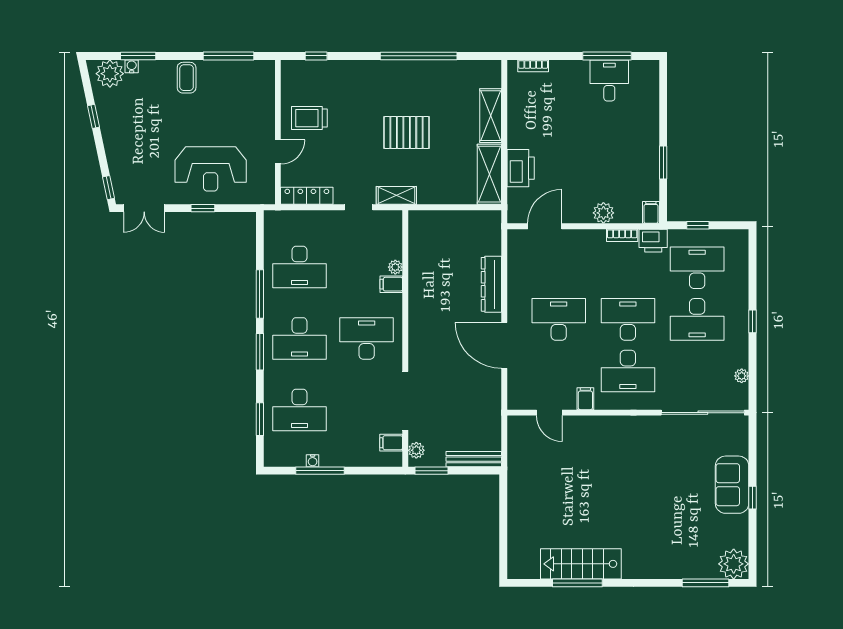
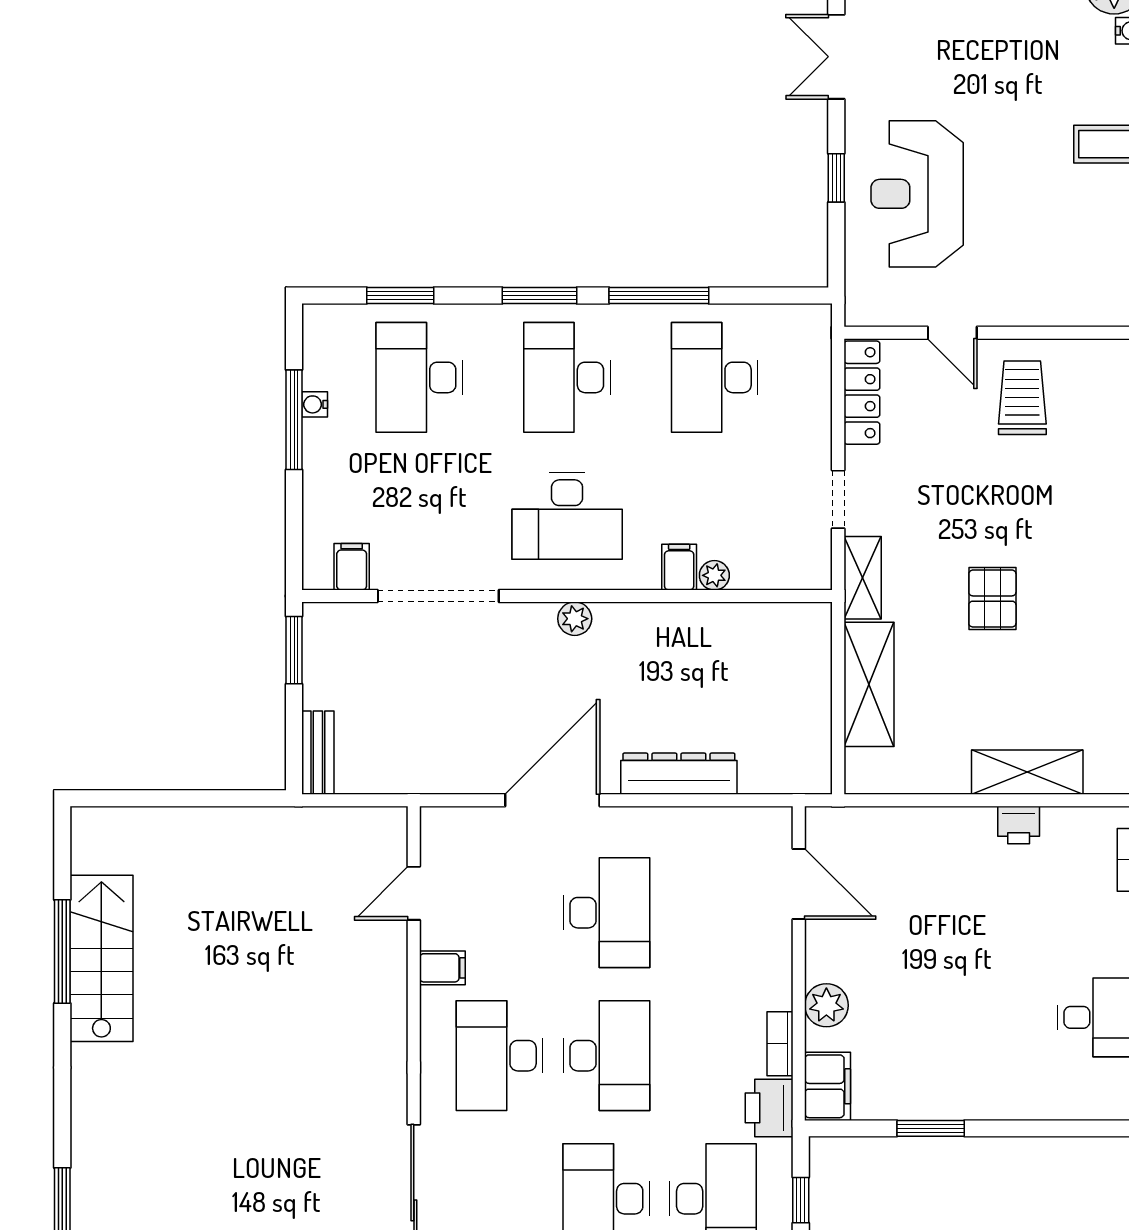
pallet: (407, 132) -> (992, 599), width x0.67, depth x0.71
printer: (521, 168) -> (1019, 825), moved, width x0.53, depth x0.68
shelving: (489, 174) -> (869, 684), moved, turned 90
filing cabinet: (651, 212) -> (828, 1086), width x2.00
desk: (367, 338) -> (567, 516), turned 90
plant: (416, 450) -> (575, 619), moved
bench: (474, 459) -> (318, 753), width x0.73

